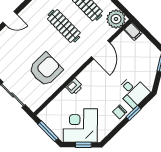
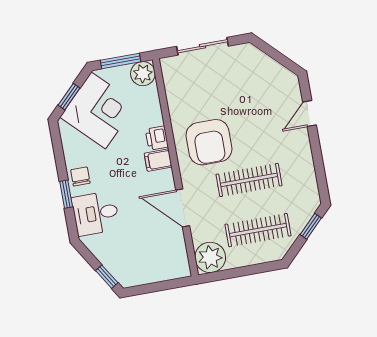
filing cabinet: (133, 31) -> (158, 160), moved
armchair: (46, 69) -> (209, 142), moved
plant: (47, 116) -> (143, 74), added

